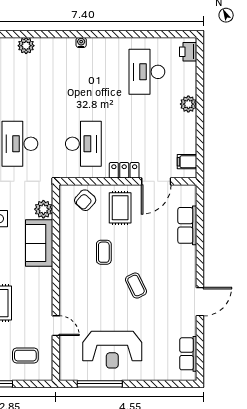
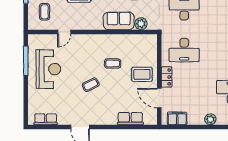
filing cabinet: (187, 162) -> (177, 118), width x2.00
armchair: (85, 200) -> (147, 51), removed
reception desk: (112, 350) -> (48, 69), turned 180

